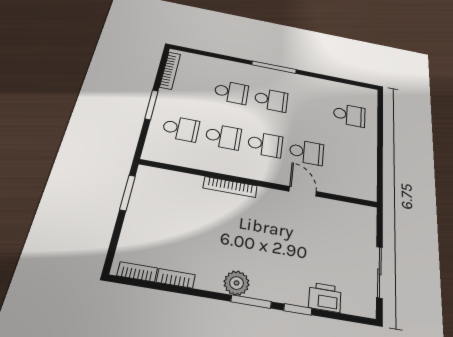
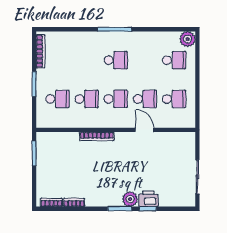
school desk: (231, 92) -> (174, 99), moved
plant: (368, 96) -> (188, 39), added
plant: (237, 283) -> (130, 199), moved
printer: (325, 297) -> (148, 199), moved

